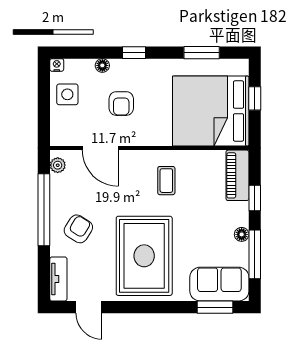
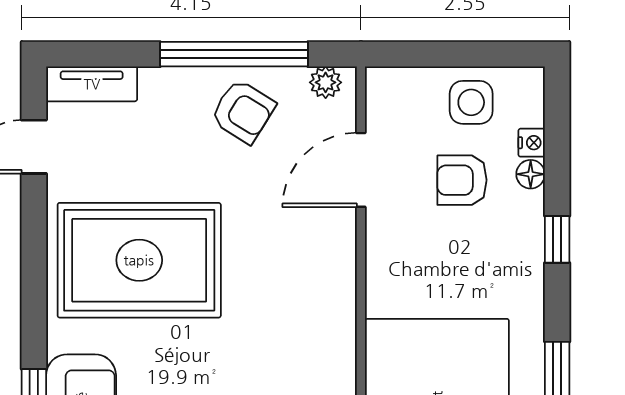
nightstand: (57, 65) -> (532, 143), moved
armchair: (121, 104) -> (462, 180), moved
coffee table: (166, 181) -> (294, 306), removed
armchair: (78, 229) -> (243, 111), moved

